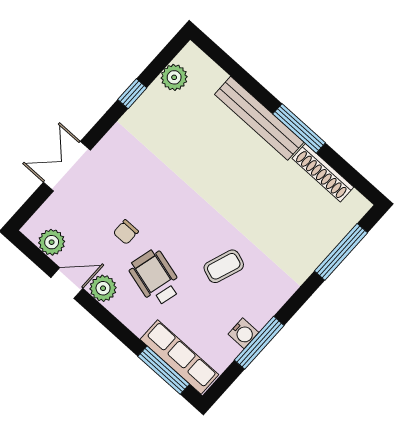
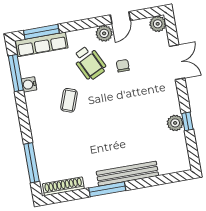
plant: (174, 77) -> (175, 123), moved
shoe rack: (323, 173) -> (63, 186), moved
plant: (52, 242) -> (158, 24), moved
wheelchair: (155, 278) -> (90, 63), turned 49
window: (259, 343) -> (16, 73), moved

